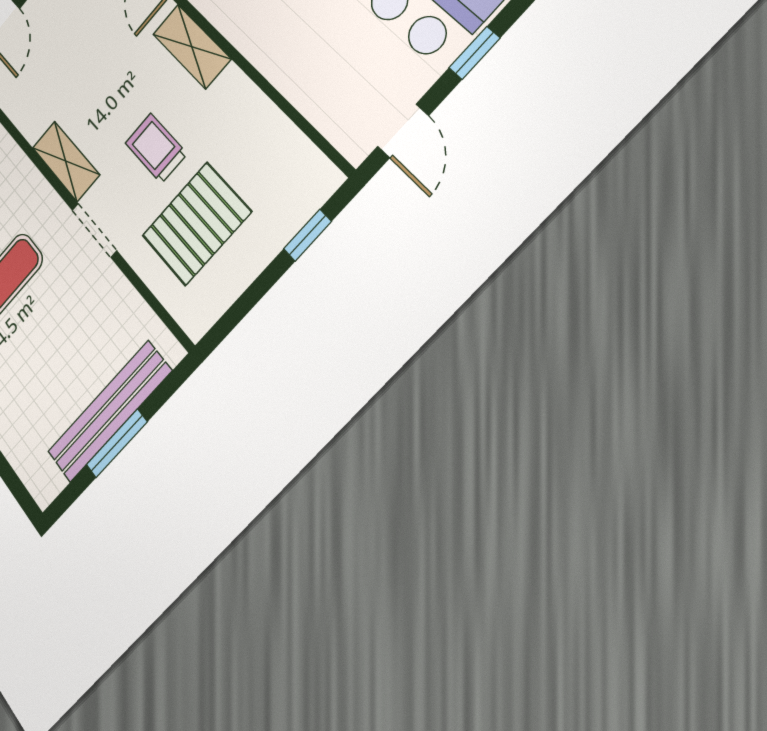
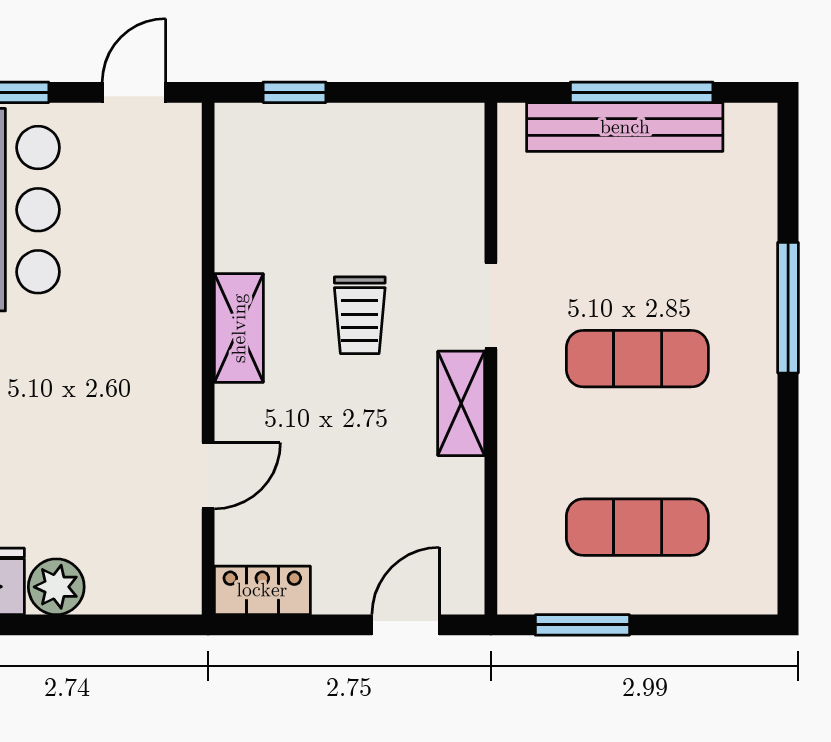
shelving: (192, 47) -> (239, 328), moved
pallet: (196, 224) -> (385, 206), removed
window: (117, 443) -> (642, 92), width x1.44

